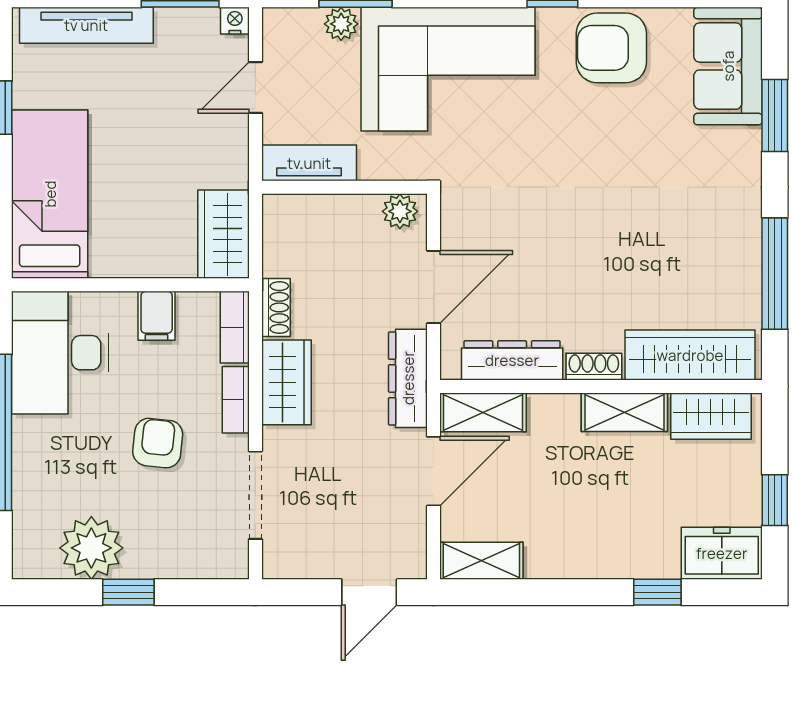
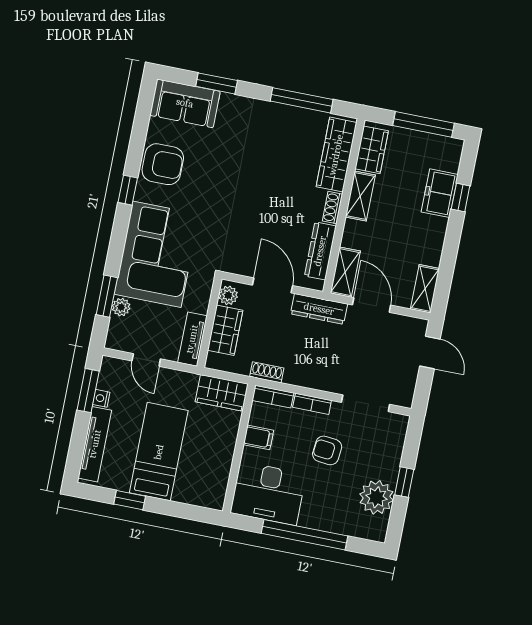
nightstand: (235, 21) -> (101, 398), moved
armchair: (611, 48) -> (163, 164), turned -90
bed: (50, 194) -> (159, 452), moved, turned 90
wardrobe: (286, 382) -> (225, 330), moved, turned 90
window: (775, 500) -> (424, 124), width x2.17
freezer: (722, 553) -> (440, 193), moved

